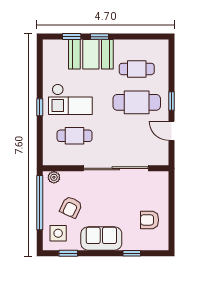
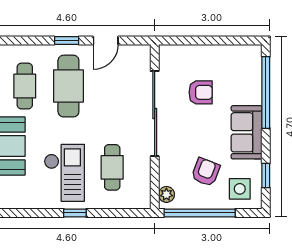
armchair: (71, 207) -> (206, 172), turned -94
armchair: (150, 220) -> (201, 92), moved, turned -90
window: (132, 253) -> (266, 93), width x3.17

